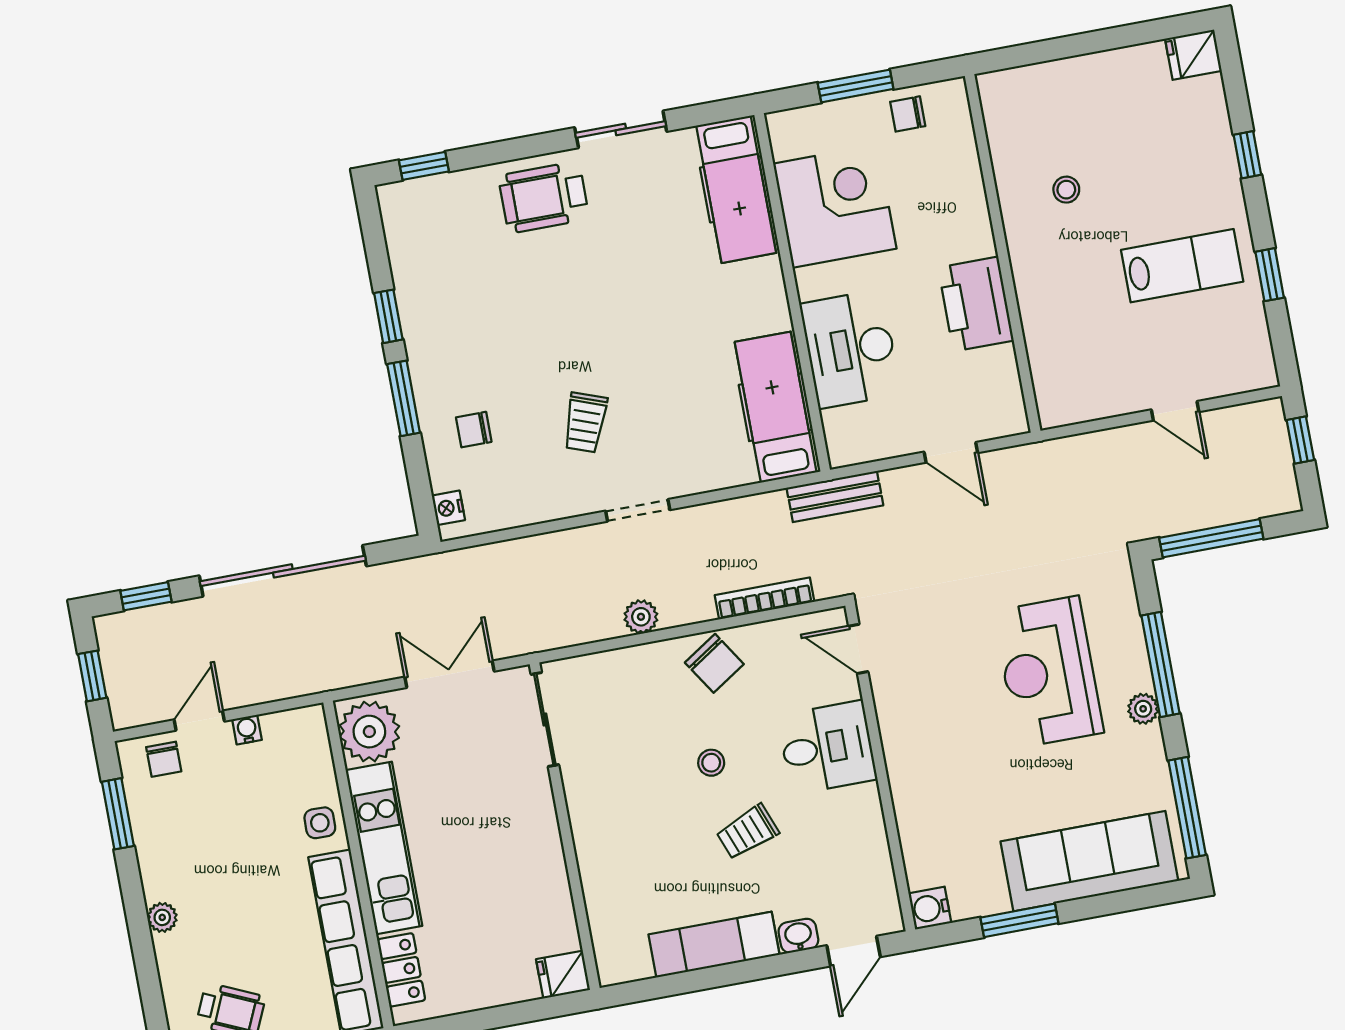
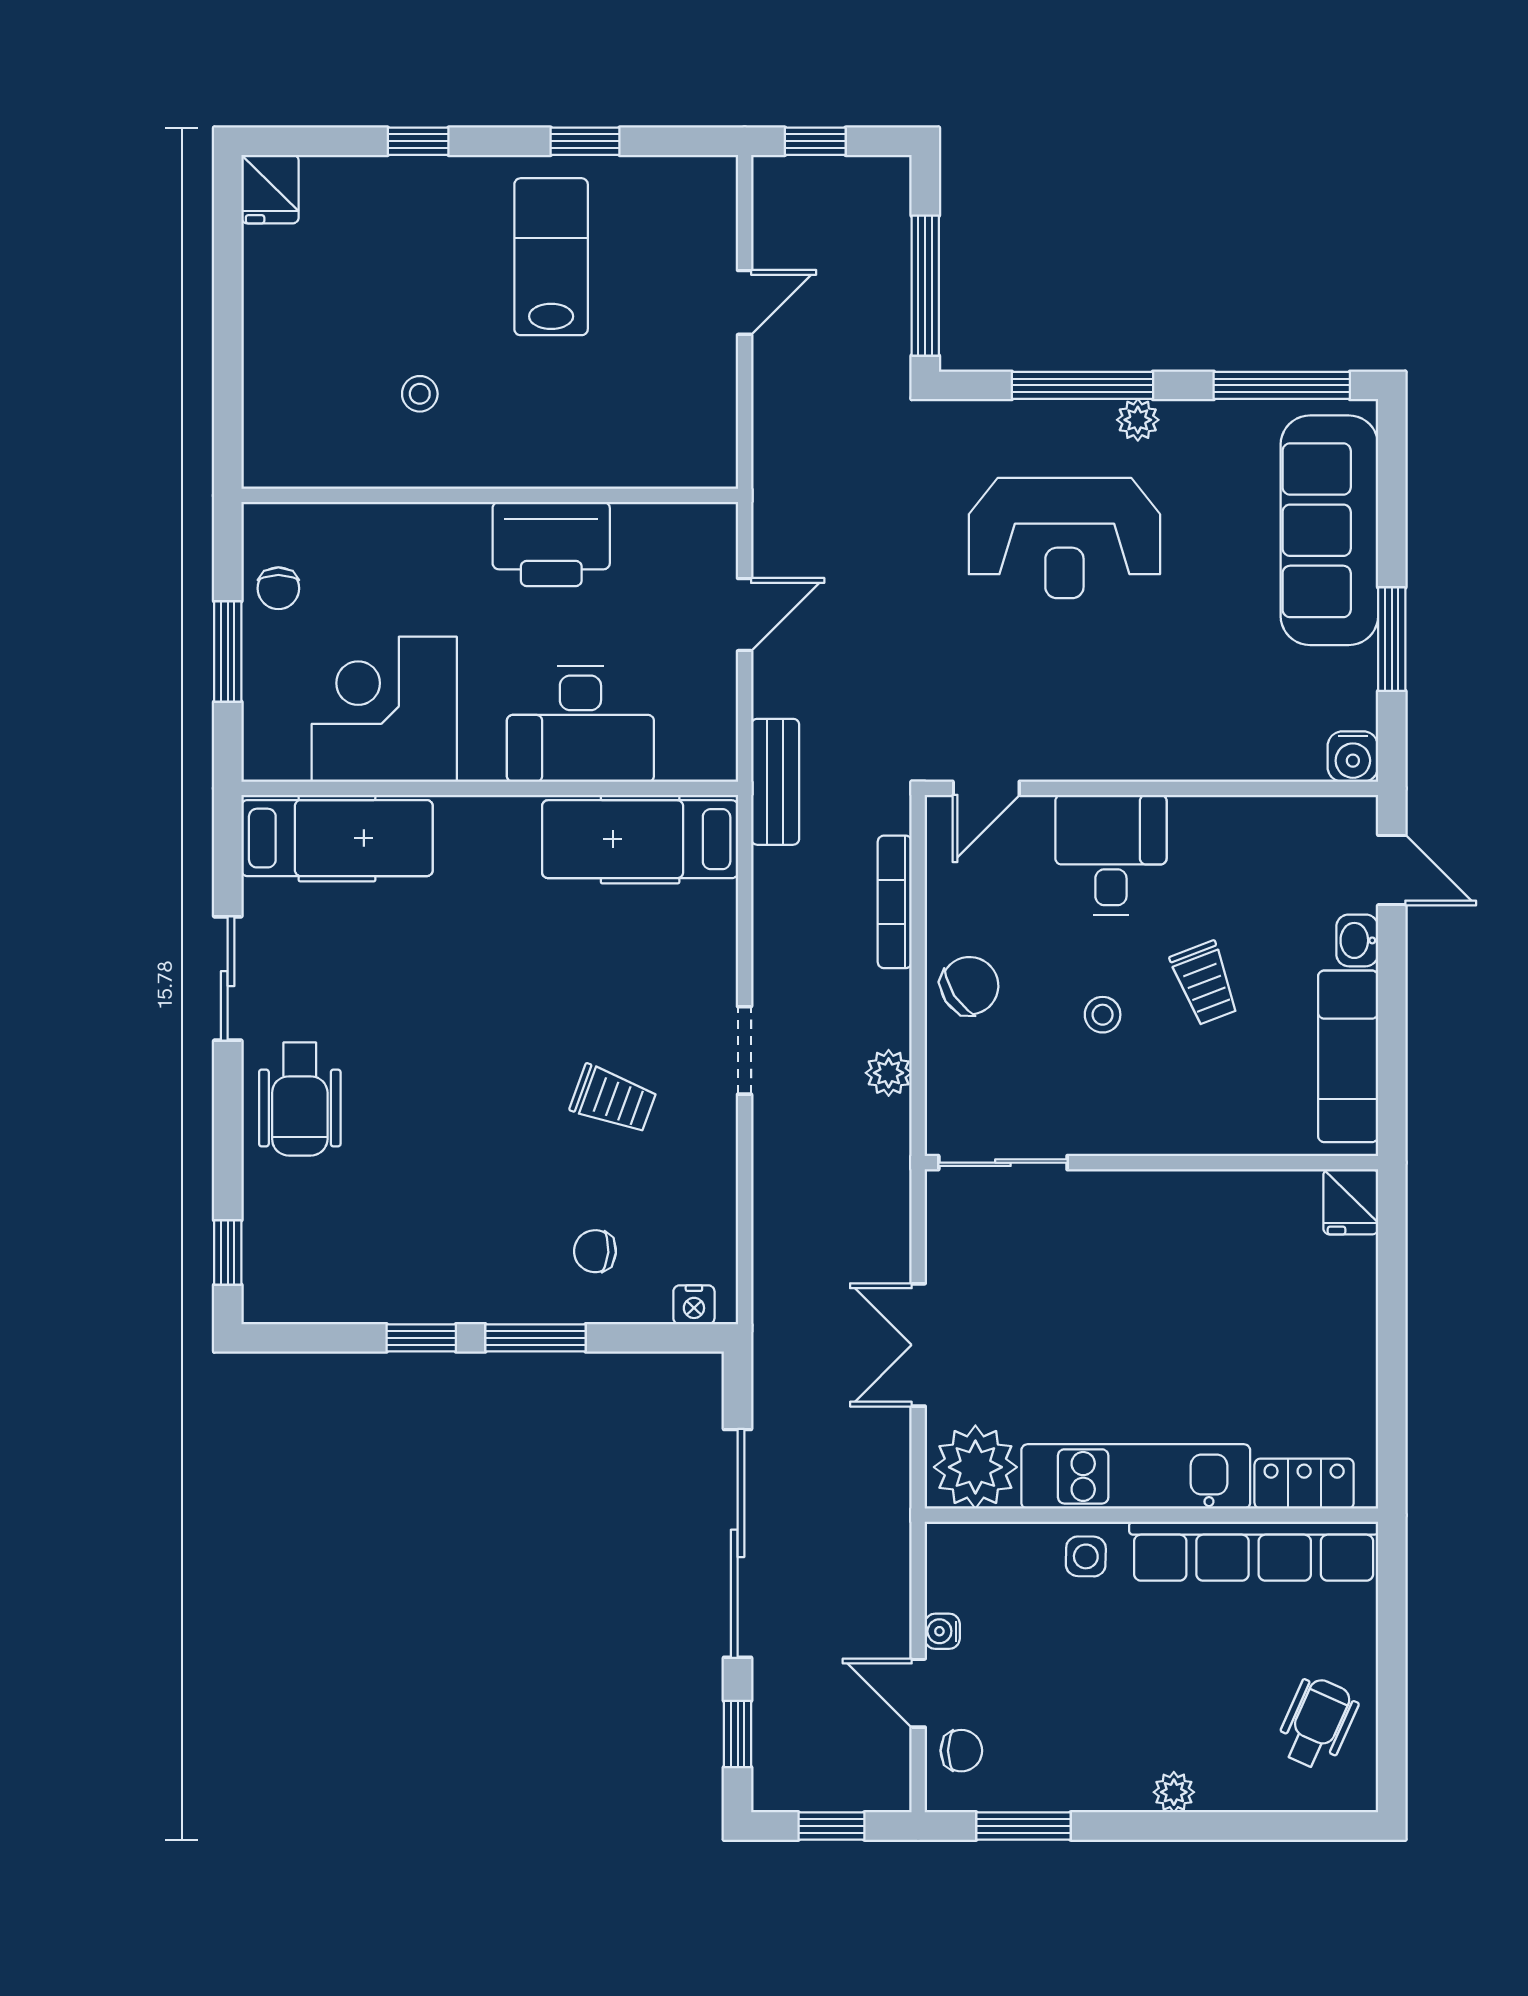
chair: (474, 430) -> (595, 1251), turned 94
sliding door: (545, 719) -> (1003, 1163), moved
wall: (565, 826) -> (1151, 1163), moved
fridge: (563, 975) -> (1351, 1202), moved

